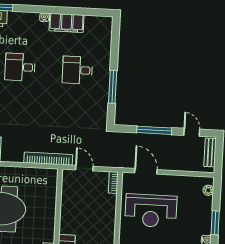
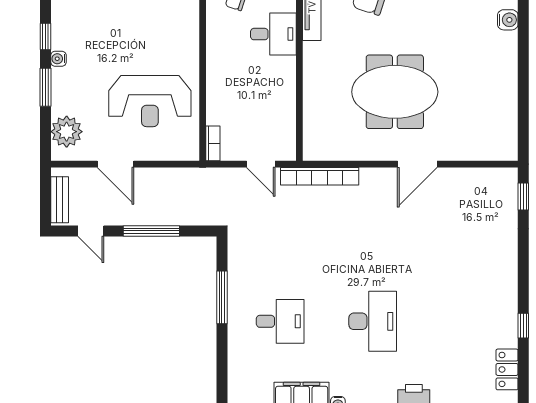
desk: (20, 67) -> (373, 321), width x1.37
door: (146, 171) -> (115, 164), moved
plant: (208, 190) -> (67, 132), width x1.88, depth x1.88
reception desk: (151, 211) -> (150, 101), turned 180

